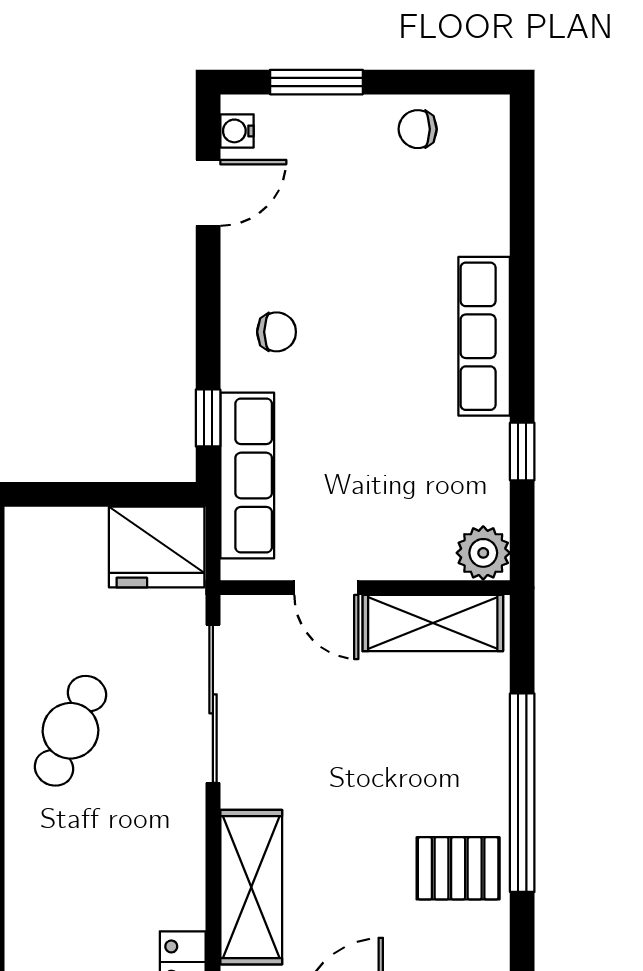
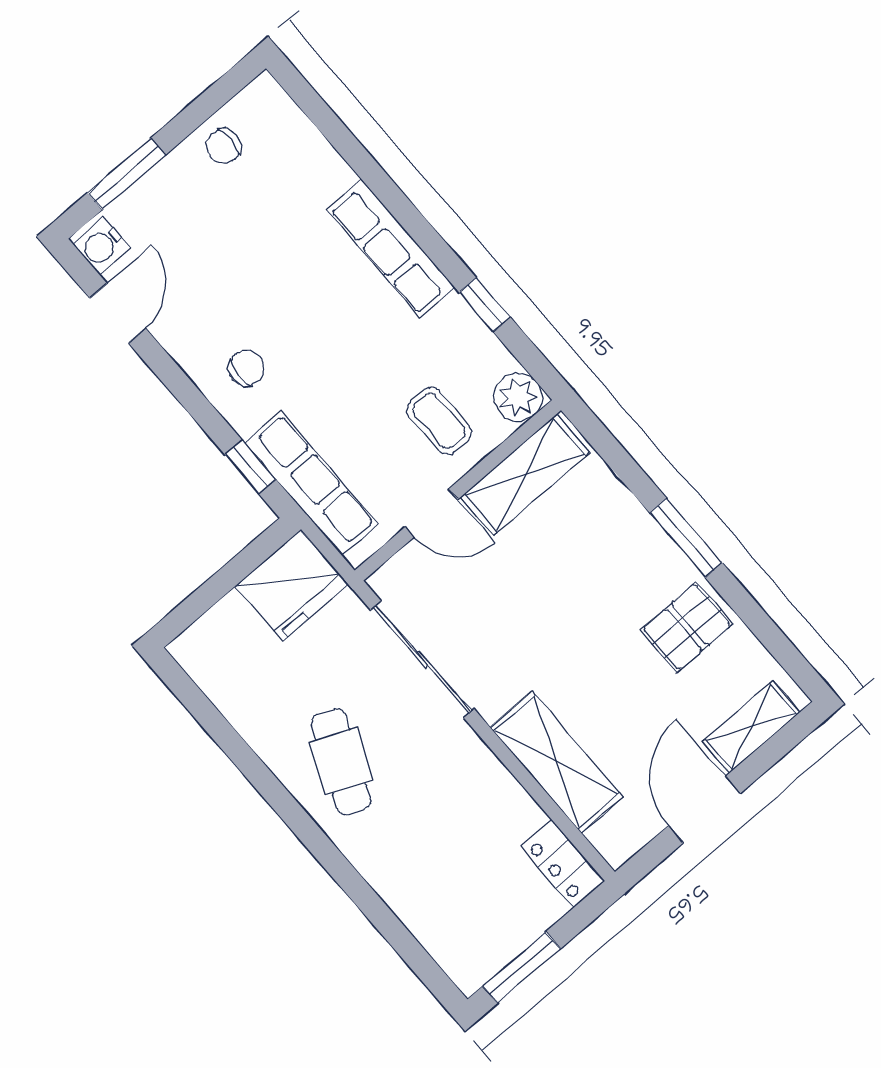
water cooler: (237, 131) -> (102, 246), width x1.38, depth x1.38
coffee table: (400, 516) -> (439, 421), added
window: (522, 793) -> (686, 538), width x0.47

